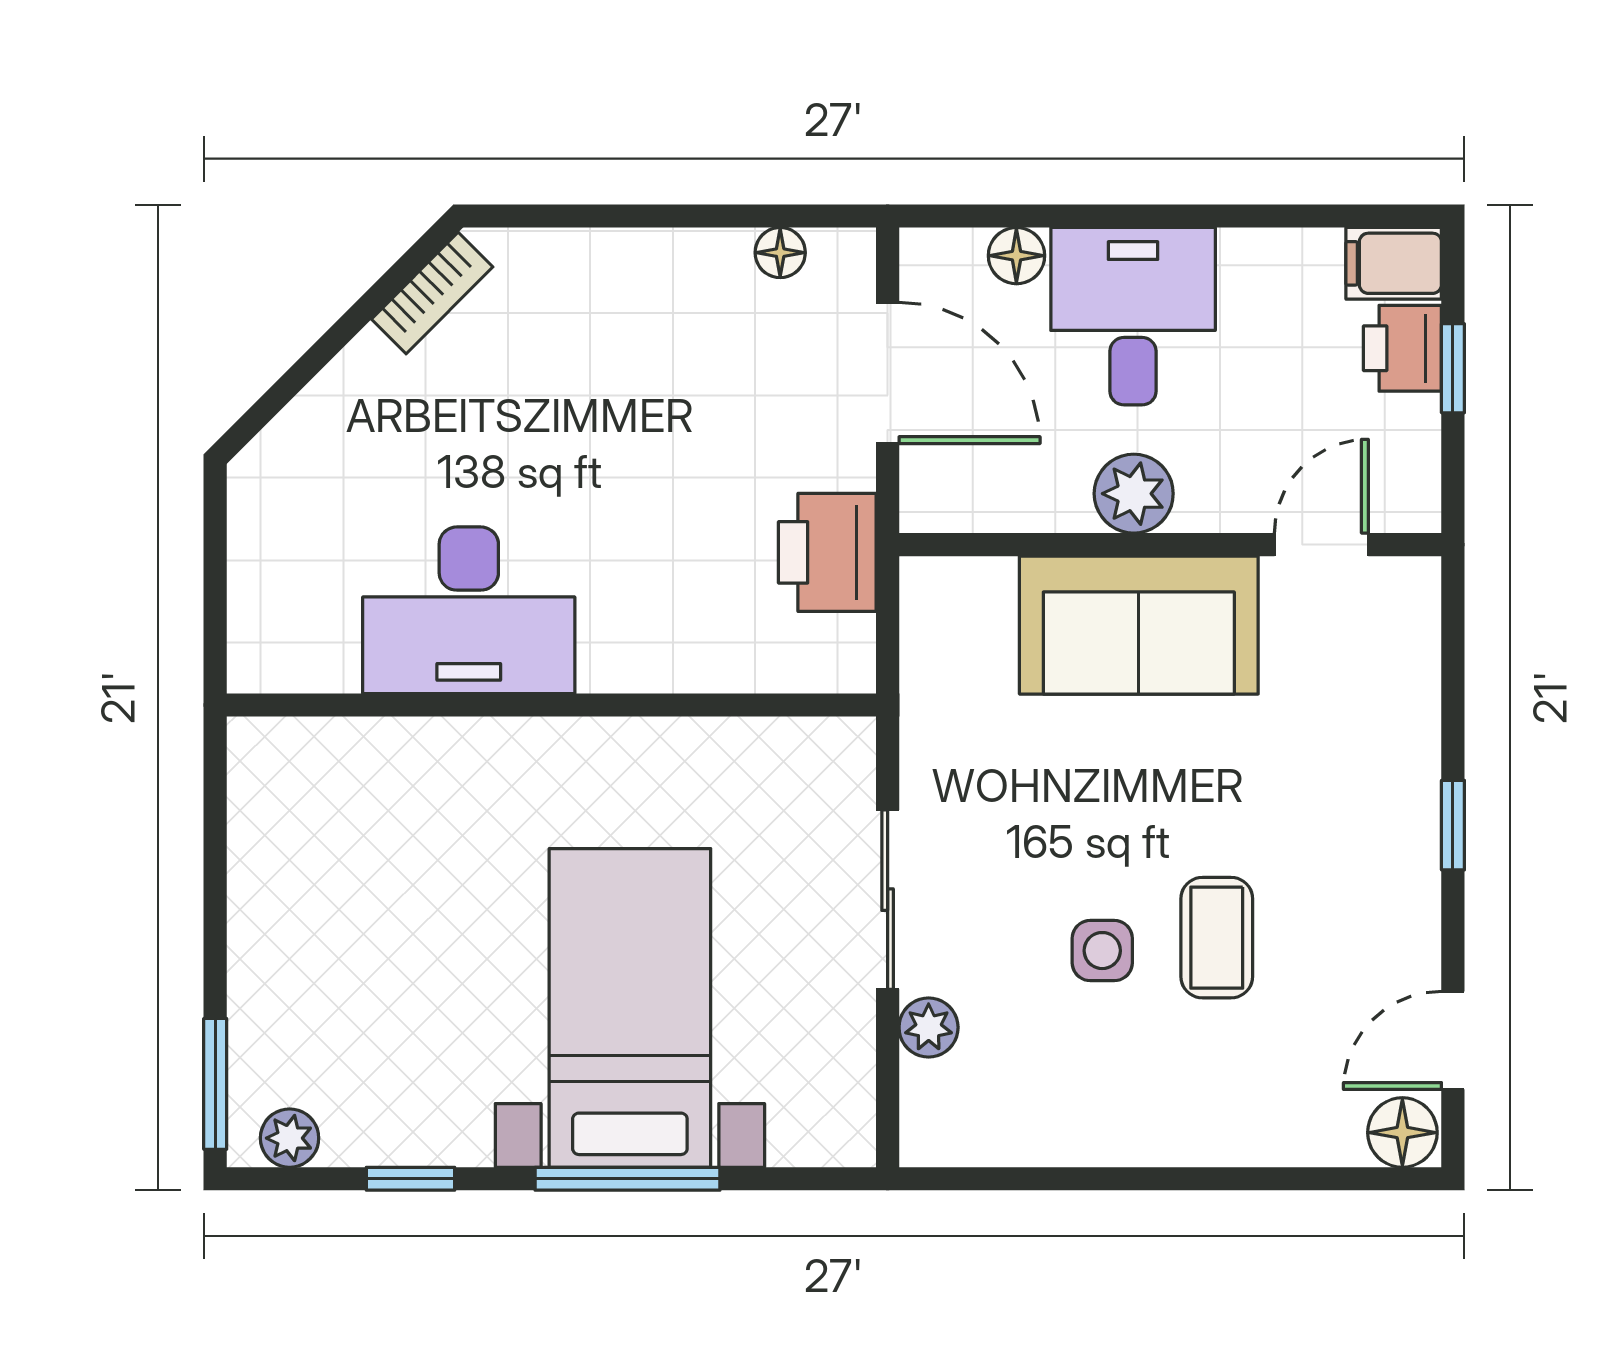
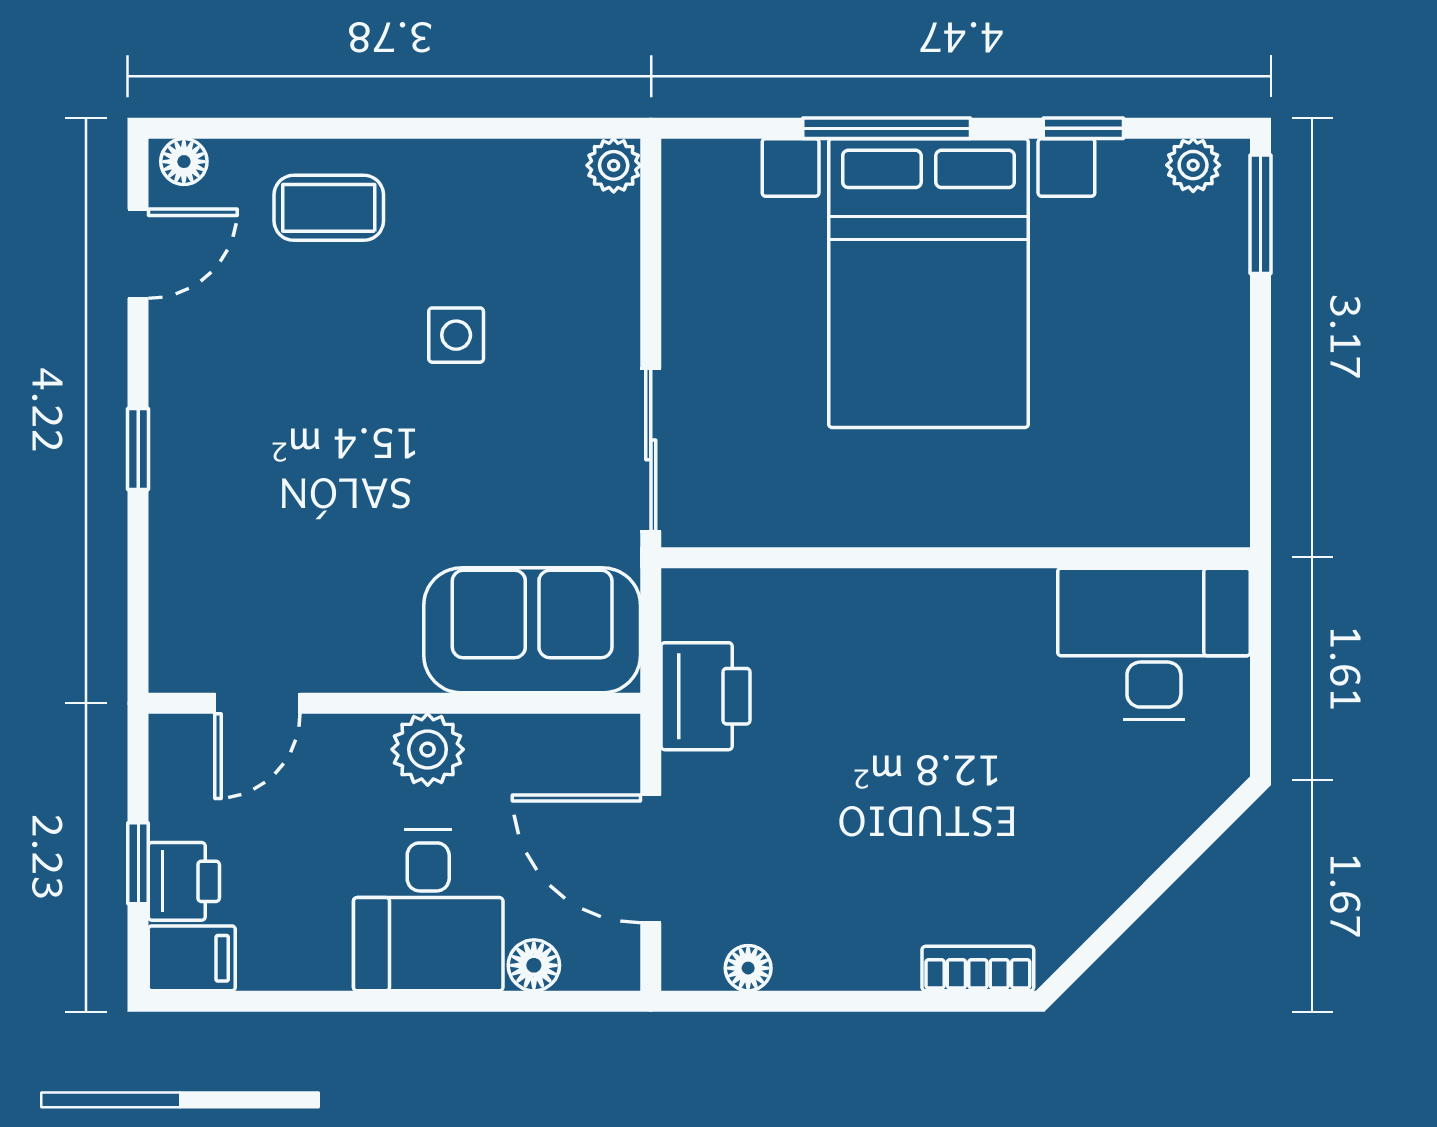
bookcase: (432, 293) -> (978, 969), moved, turned 45
desk: (469, 610) -> (1154, 644), moved
sofa: (1139, 625) -> (532, 630), moved
sliding door: (888, 900) -> (651, 450), moved
coffee table: (1217, 938) -> (329, 208), moved, turned 90
bed with nightstands: (630, 1008) -> (928, 283), width x1.36
plant: (929, 1027) -> (614, 165), moved
floor lamp: (1402, 1133) -> (184, 162), width x0.73, depth x0.73

